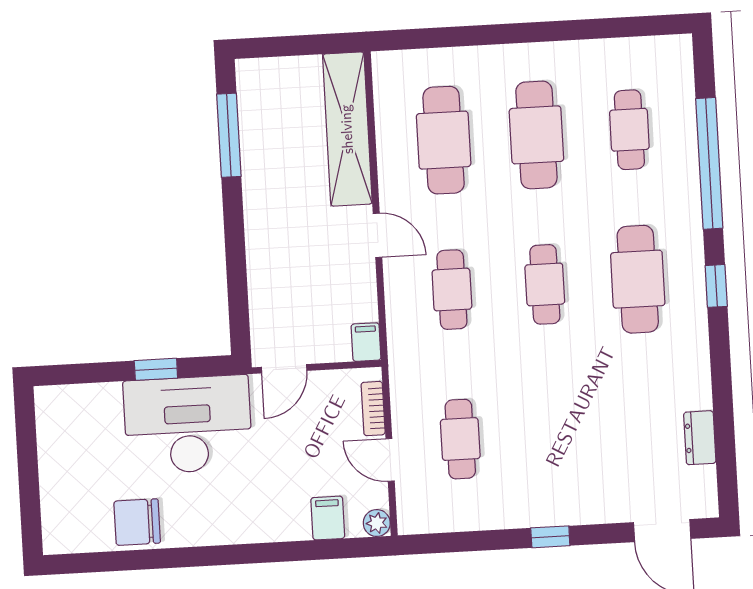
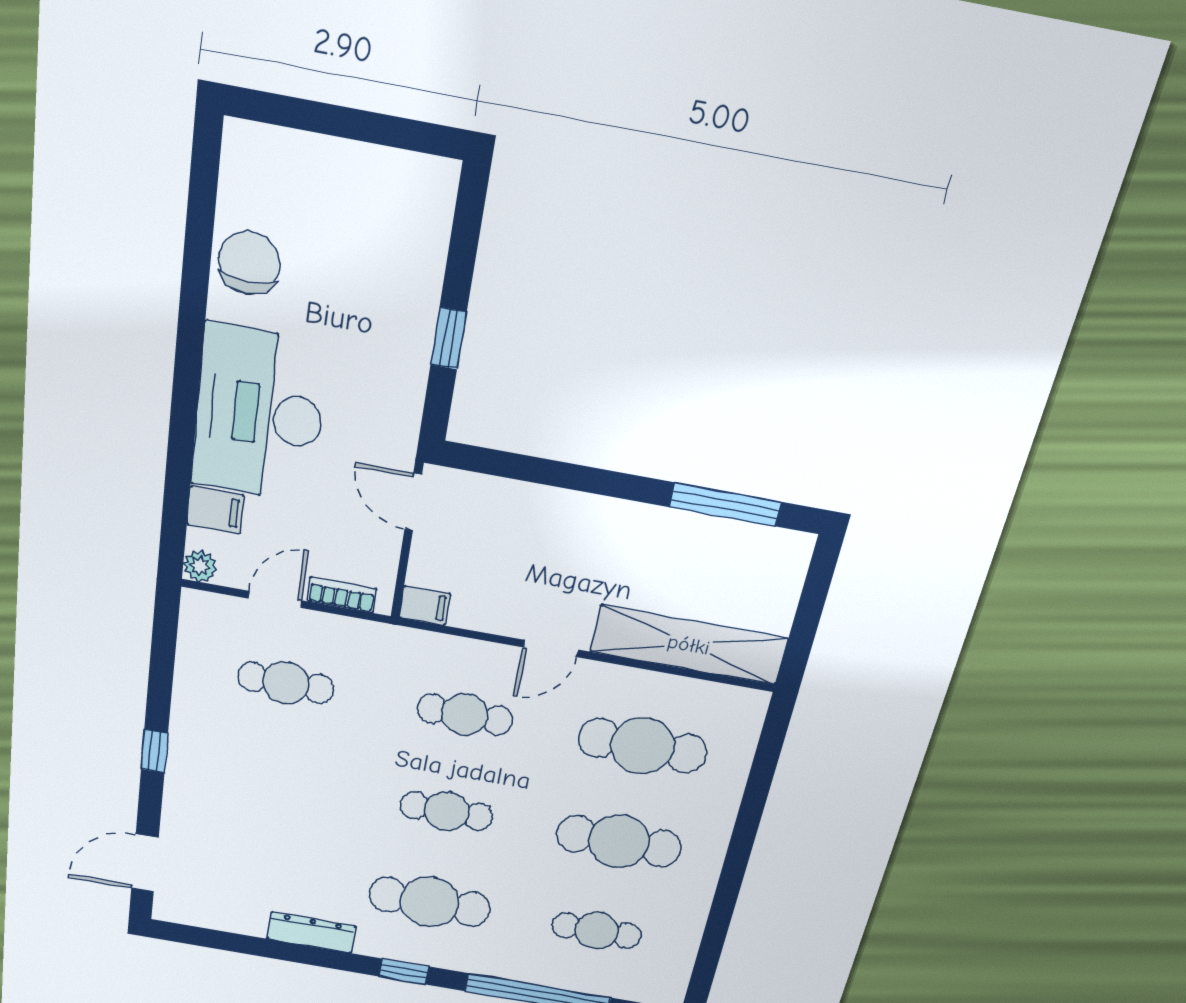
desk: (188, 425) -> (259, 414), moved, turned 180
dresser: (700, 438) -> (311, 932), moved, width x1.44

